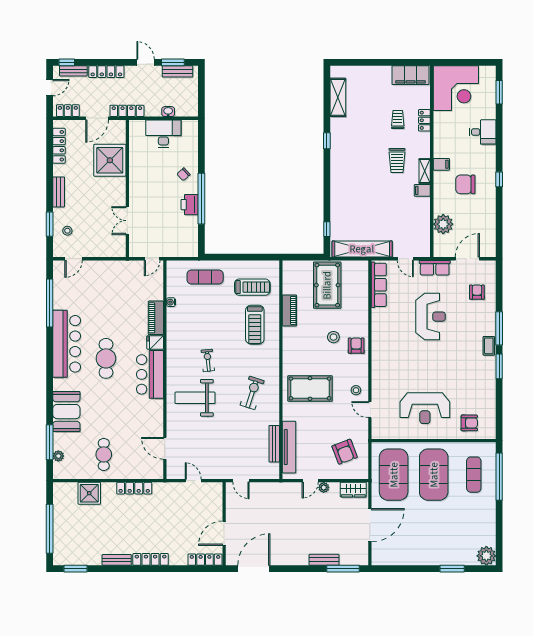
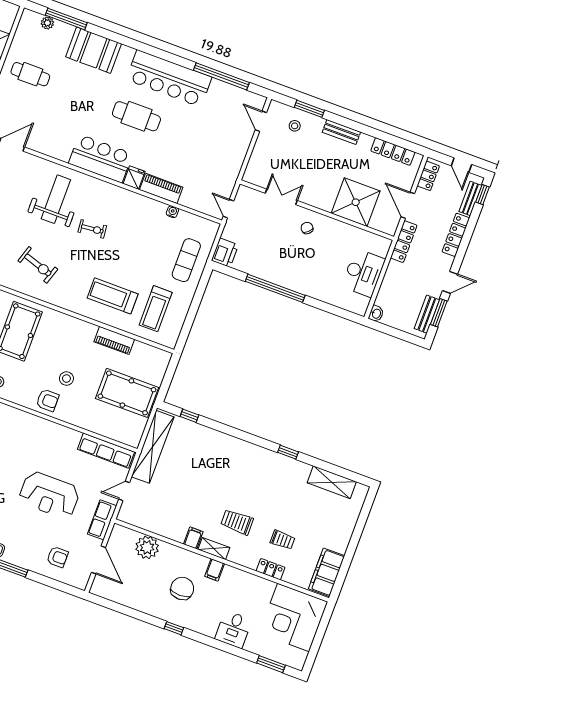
washbasin: (168, 112) -> (376, 314), moved
chair: (183, 174) -> (307, 228), moved
printer: (190, 205) -> (225, 253), moved, turned 90

